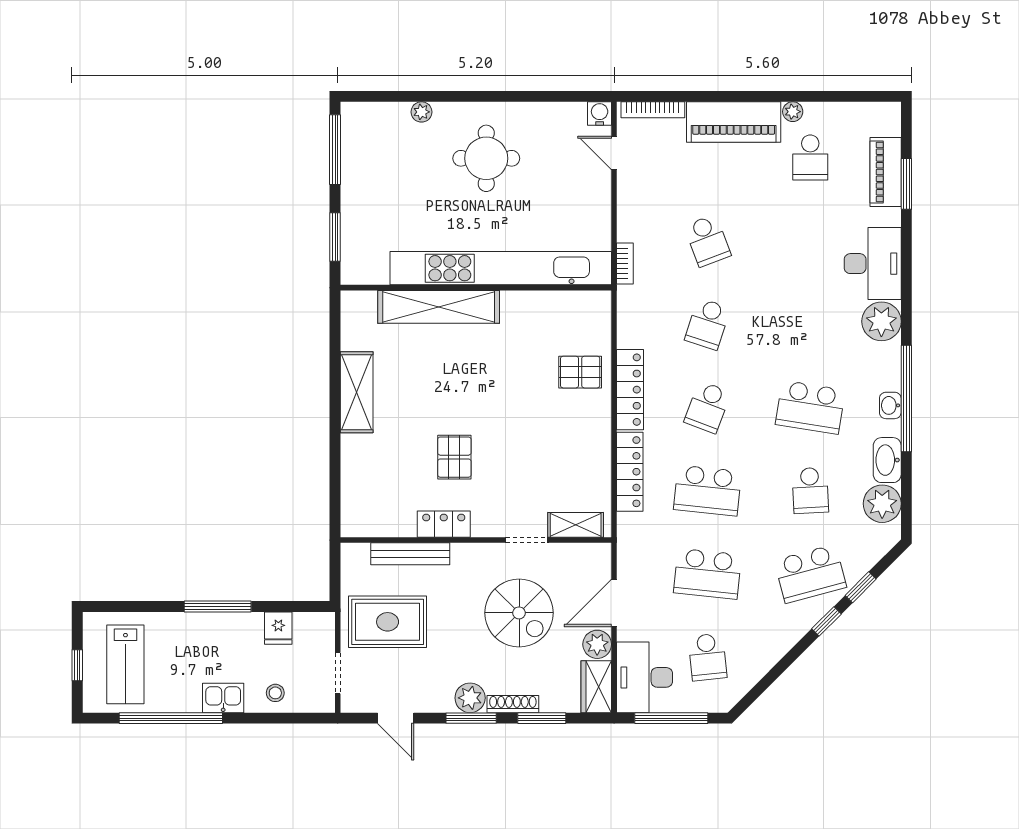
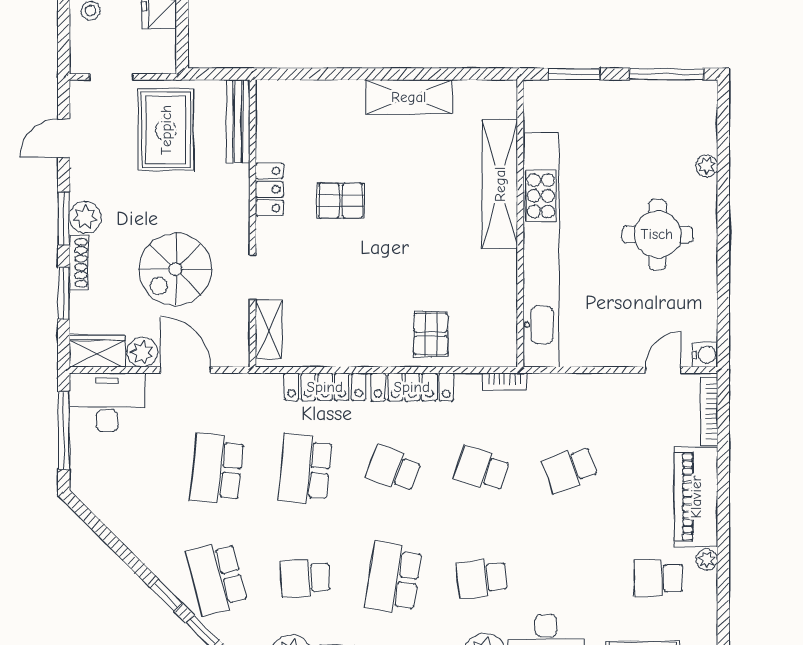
bookcase: (625, 263) -> (504, 382), moved
bench: (410, 554) -> (238, 121), moved
school desk: (708, 657) -> (482, 578), moved

